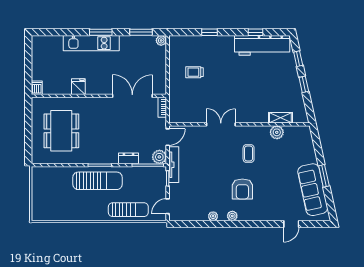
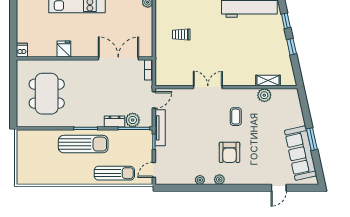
plant: (159, 157) -> (133, 120), moved

